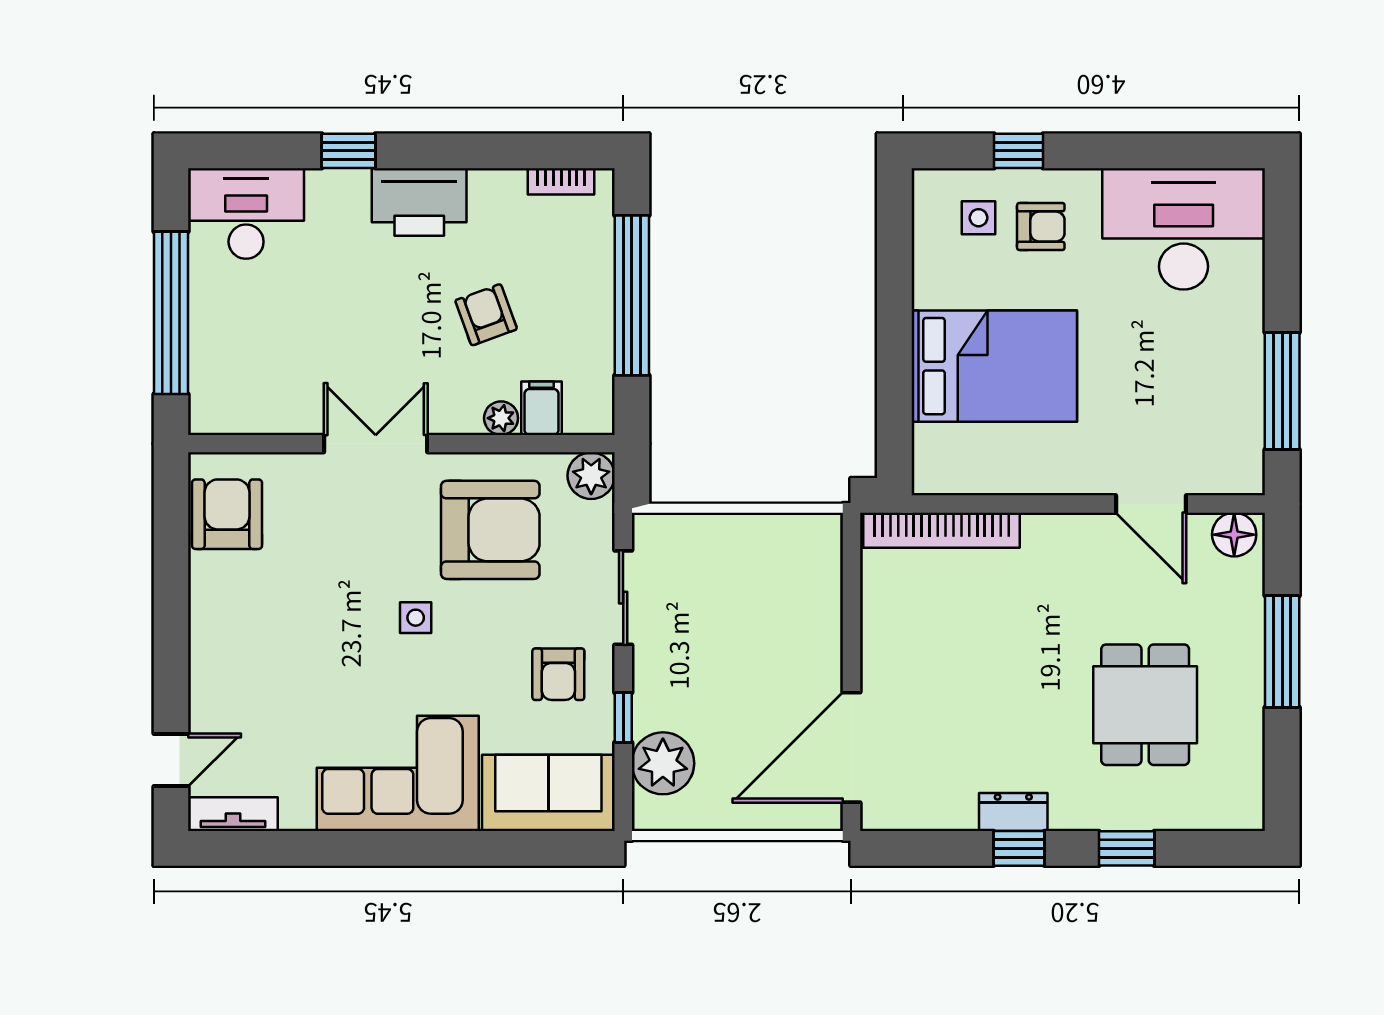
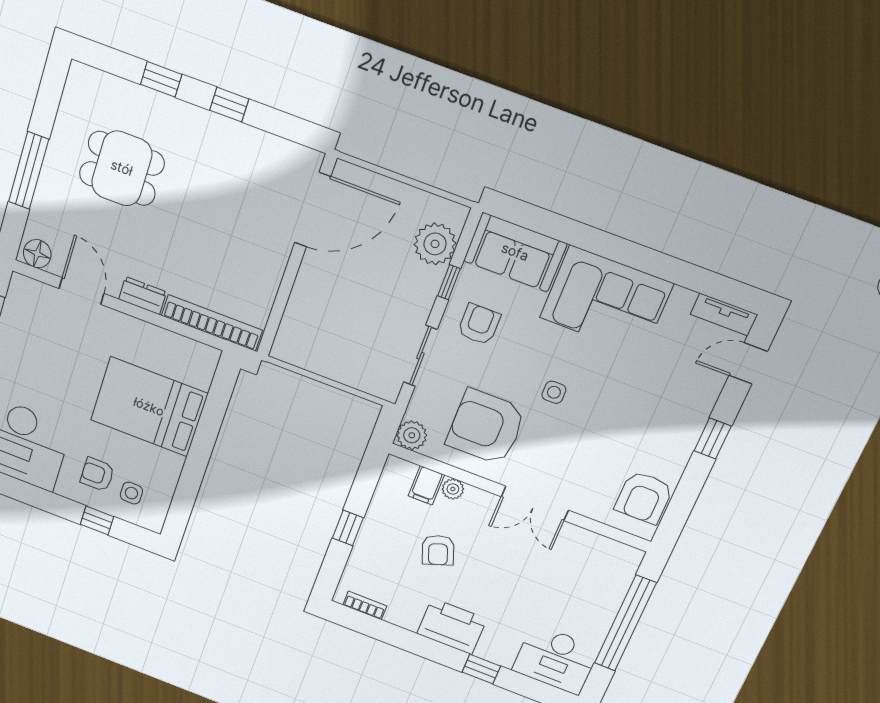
window: (632, 295) -> (348, 528), width x0.32
window: (171, 637) -> (713, 438), added
dining table: (1145, 705) -> (122, 168), turned 90
dresser: (1013, 812) -> (143, 296), moved, turned 180

